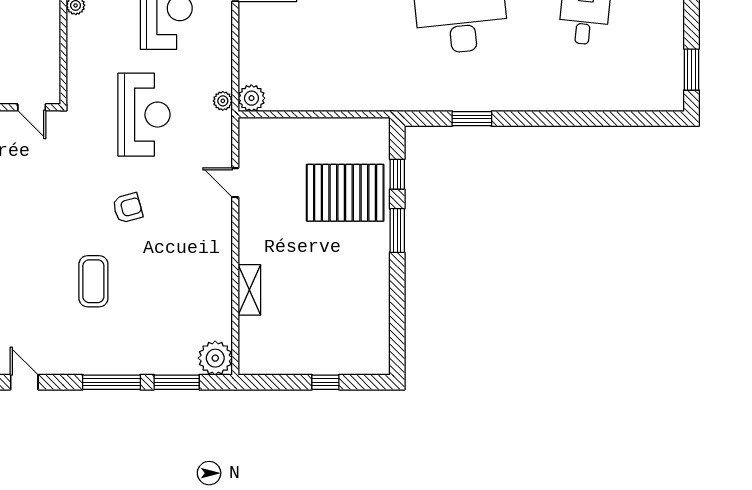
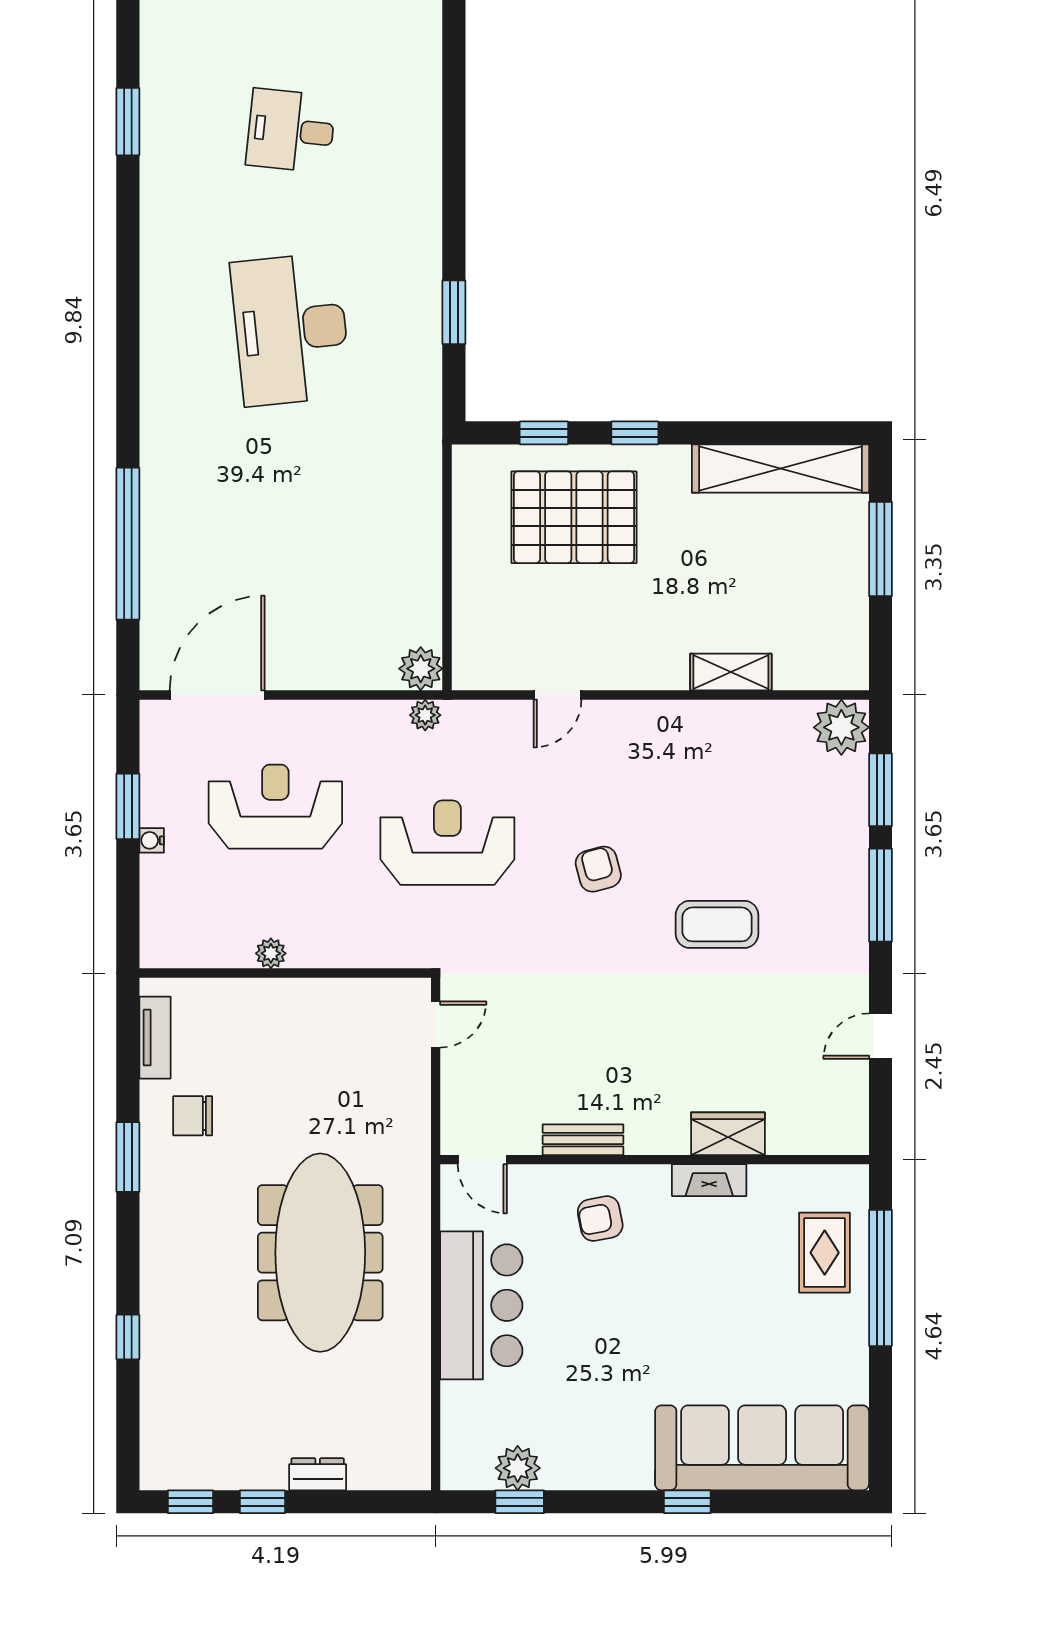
pallet: (345, 193) -> (574, 517), turned 90
window: (397, 230) -> (635, 433), width x0.67
shelving: (375, 320) -> (780, 469), added
window: (325, 382) -> (880, 549), width x2.17

